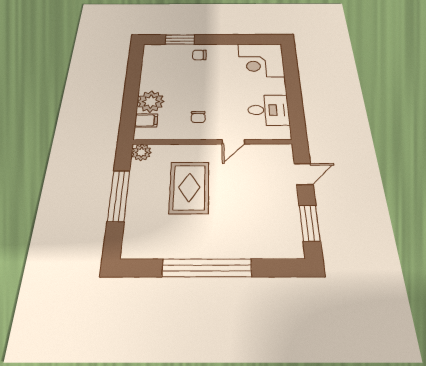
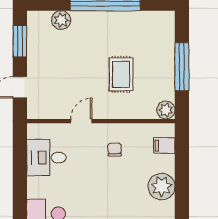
plant: (151, 102) -> (162, 187), moved
rug: (189, 187) -> (121, 74), width x0.73, depth x0.70
plant: (262, 248) -> (61, 20), added

